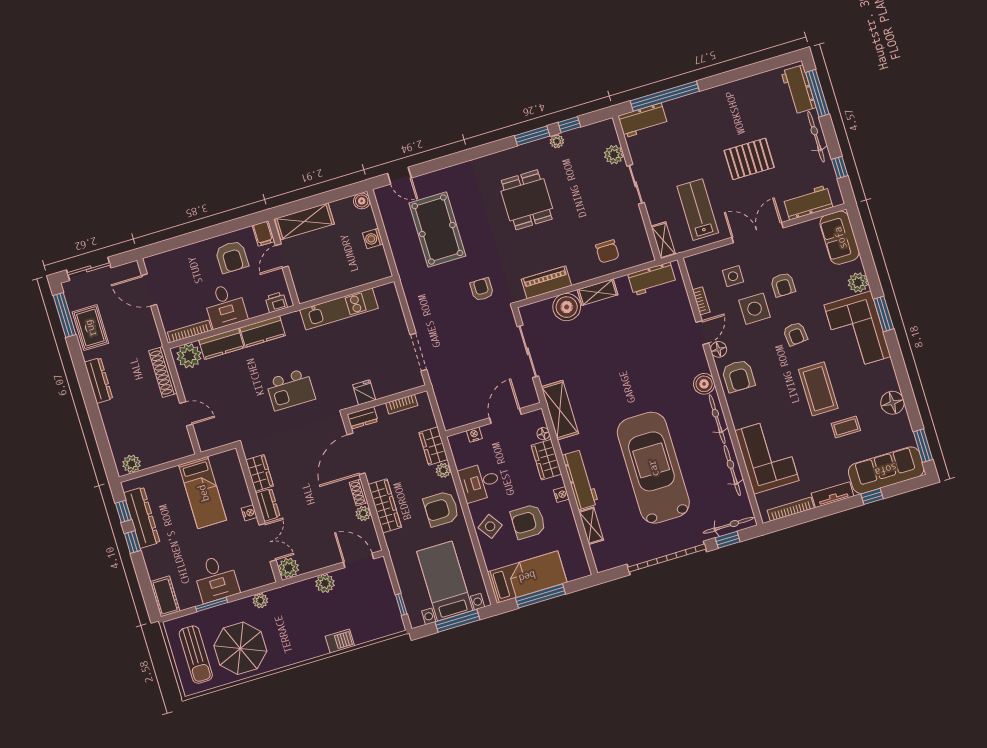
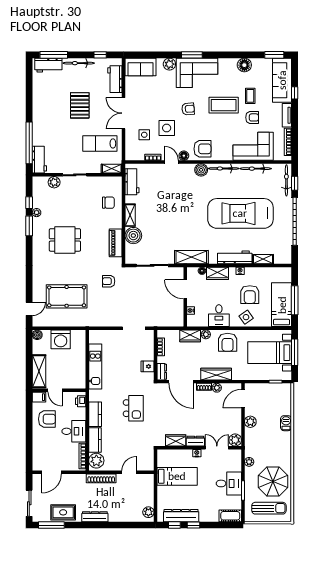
washing machine: (373, 238) -> (61, 339), width x1.89, depth x1.89
armchair: (783, 285) -> (252, 117), moved

